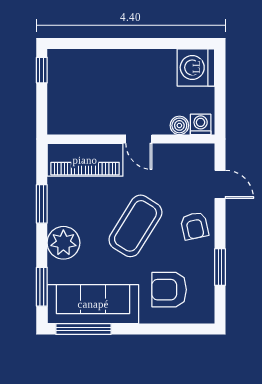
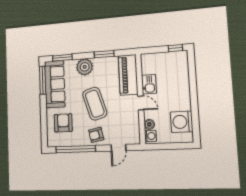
washing machine: (196, 67) -> (182, 122), moved, turned -90
kitchen sink: (105, 122) -> (149, 84), added
door: (139, 139) -> (141, 103), swing flipped
coffee table: (135, 226) -> (95, 104), turned 41
window: (220, 267) -> (76, 149), width x2.11

